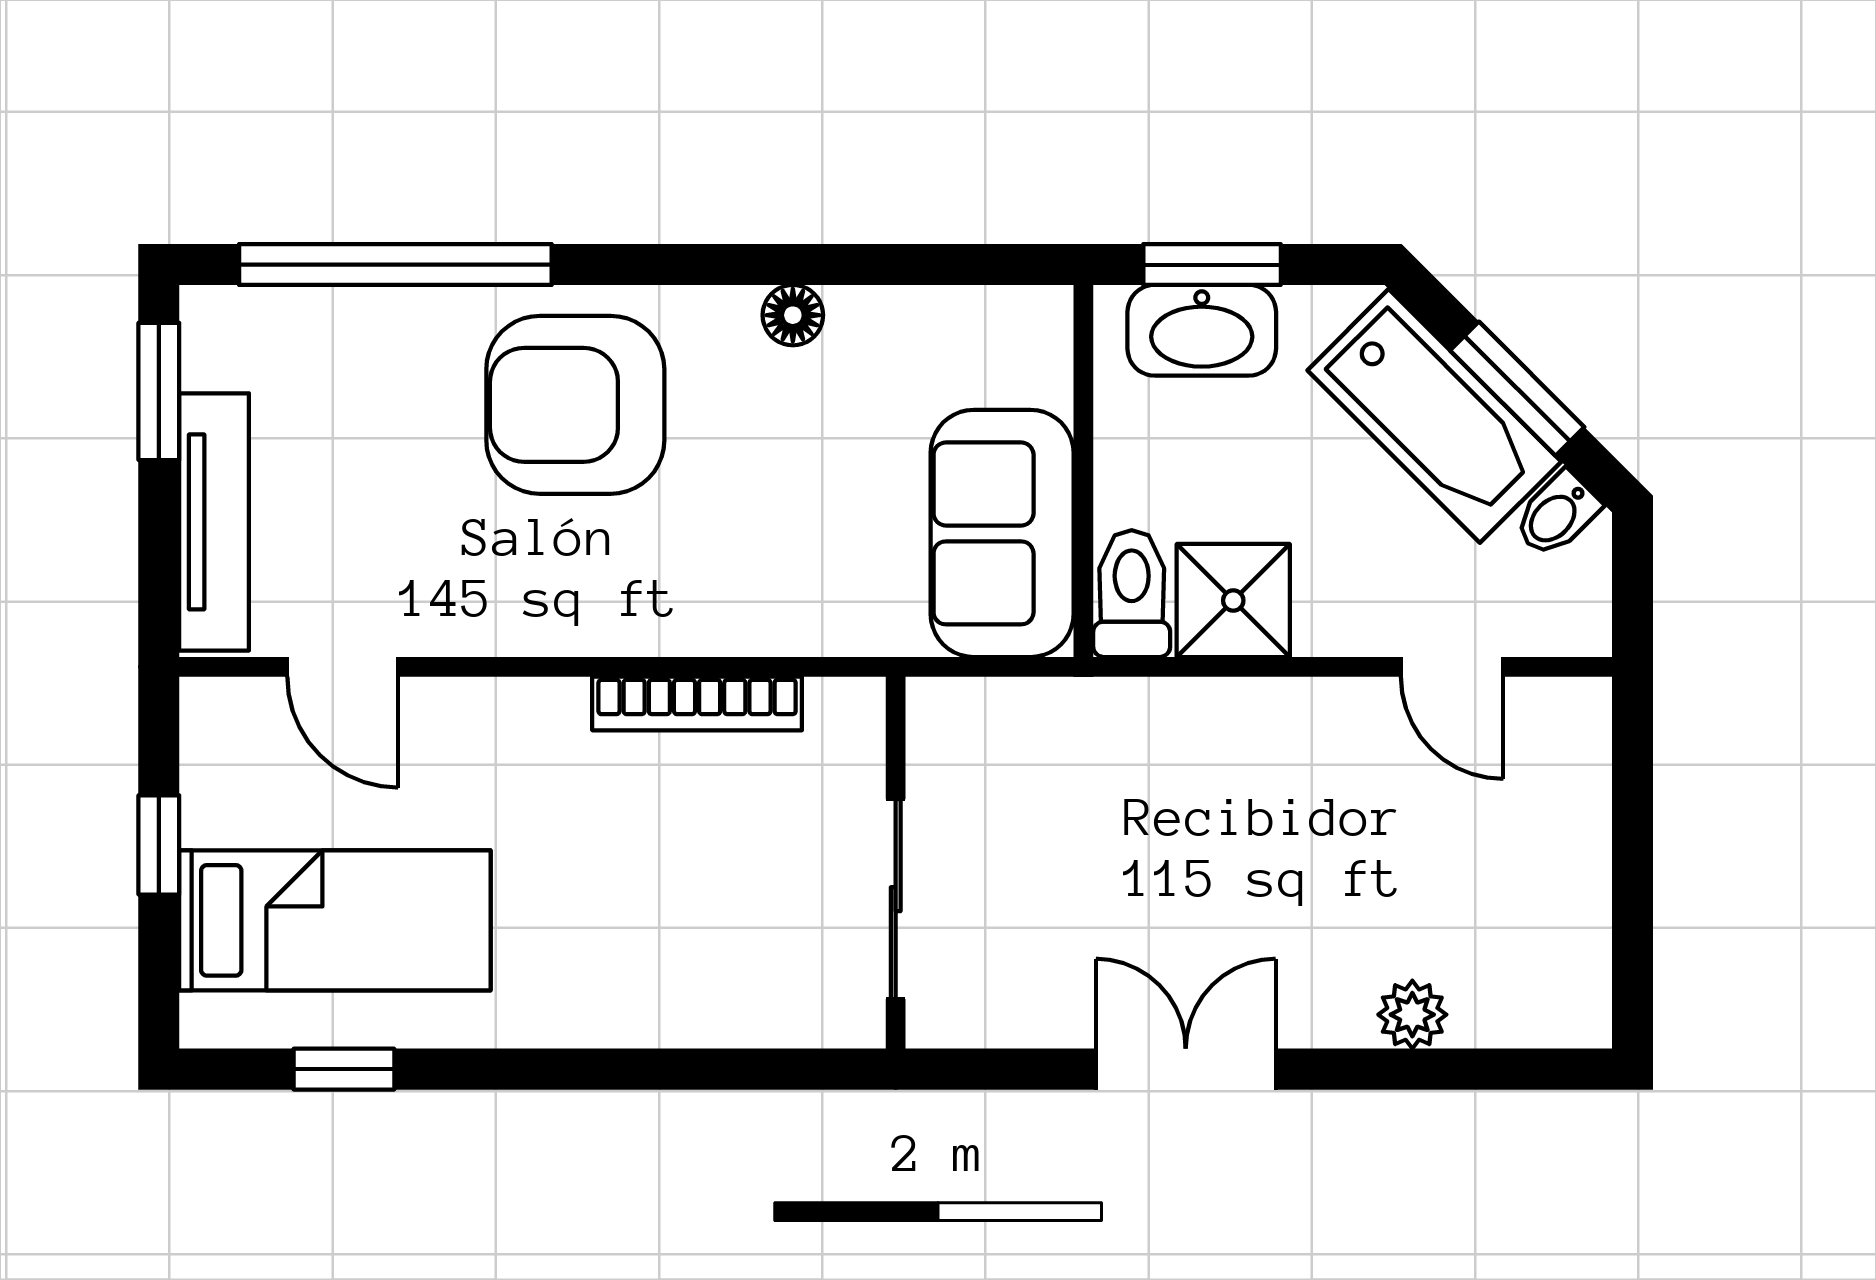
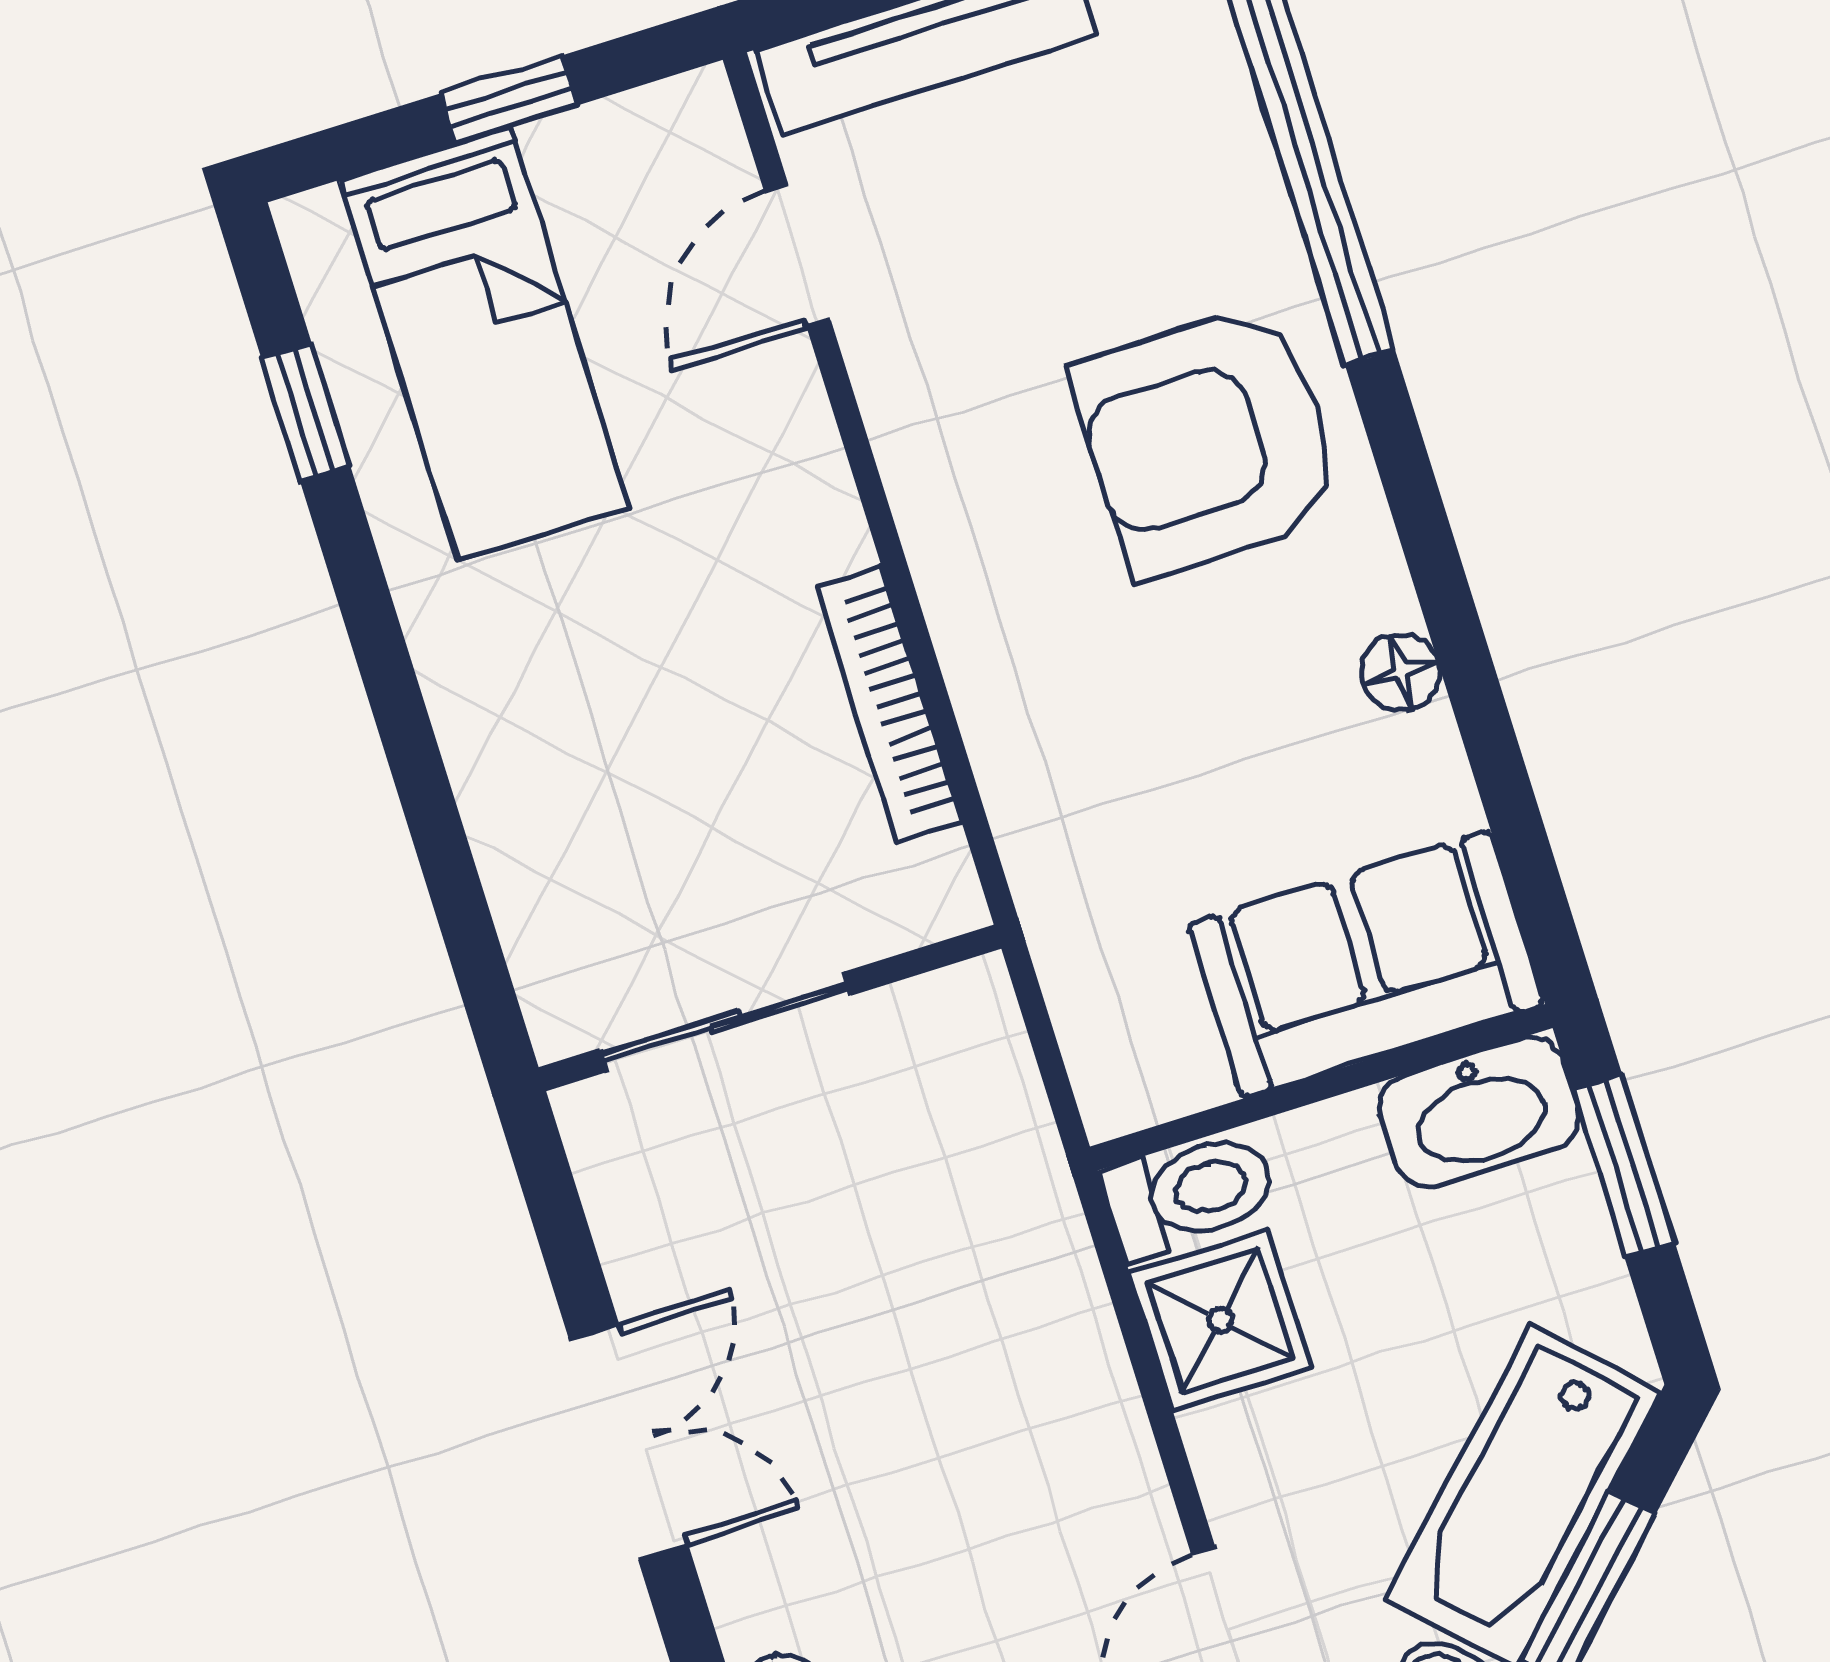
washbasin: (1202, 330) -> (1479, 1112), moved, turned -90
armchair: (575, 405) -> (1207, 440), turned -90
sofa: (1002, 533) -> (1367, 964), moved

